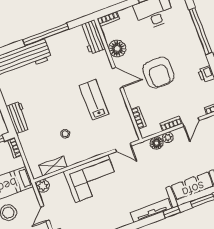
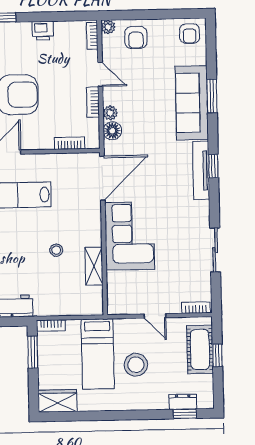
door: (123, 147) -> (102, 178), width x1.88
shelving: (53, 166) -> (94, 266), moved
plant: (43, 186) -> (116, 306), removed
window: (172, 212) -> (213, 166), moved

